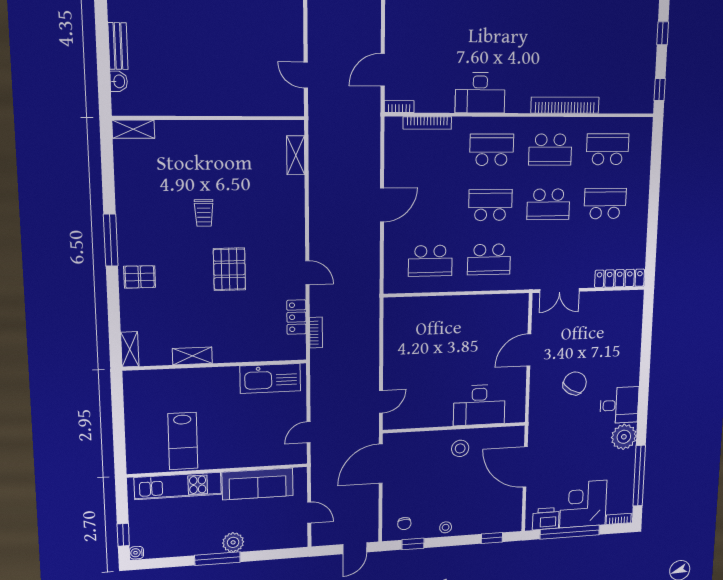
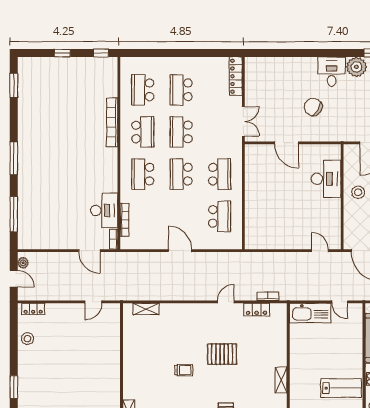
desk: (480, 93) -> (104, 210), moved
school desk: (548, 204) -> (181, 132), turned 180
kitchen sink: (270, 379) -> (310, 313), moved, turned 90

